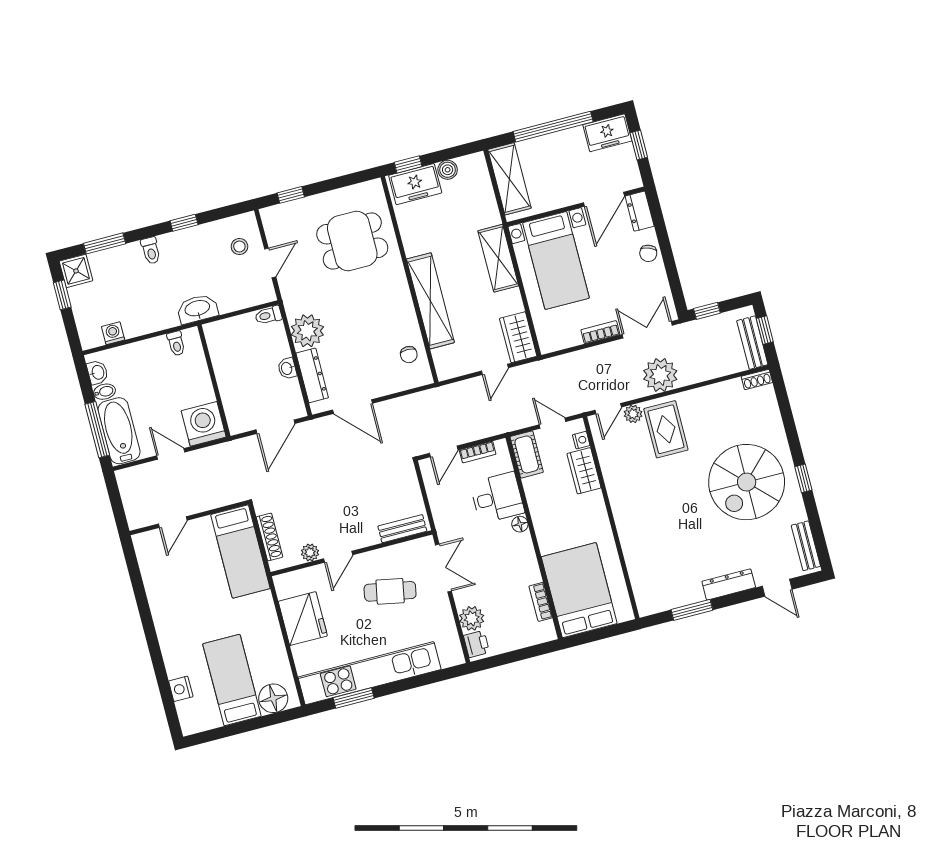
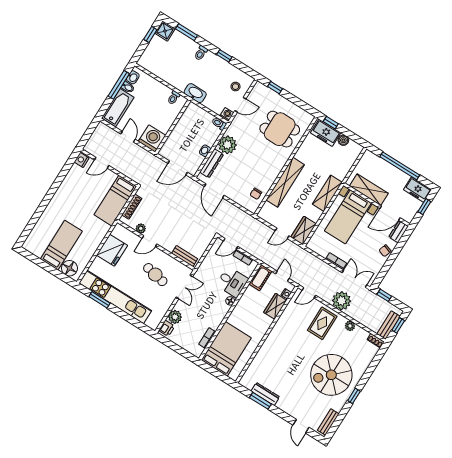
shelving: (509, 179) -> (369, 190), moved, turned 90
washing machine: (113, 333) -> (227, 114), moved
plant: (633, 414) -> (350, 326), moved
window: (97, 430) -> (119, 85), moved
dresser: (729, 584) -> (265, 394), moved
nightstand: (181, 689) -> (82, 160), moved

